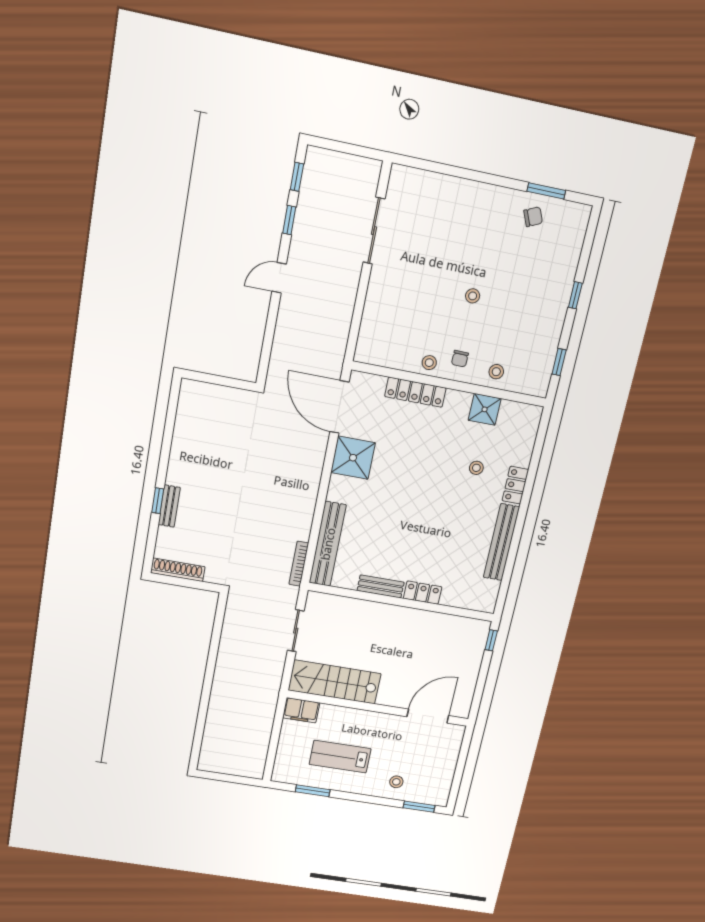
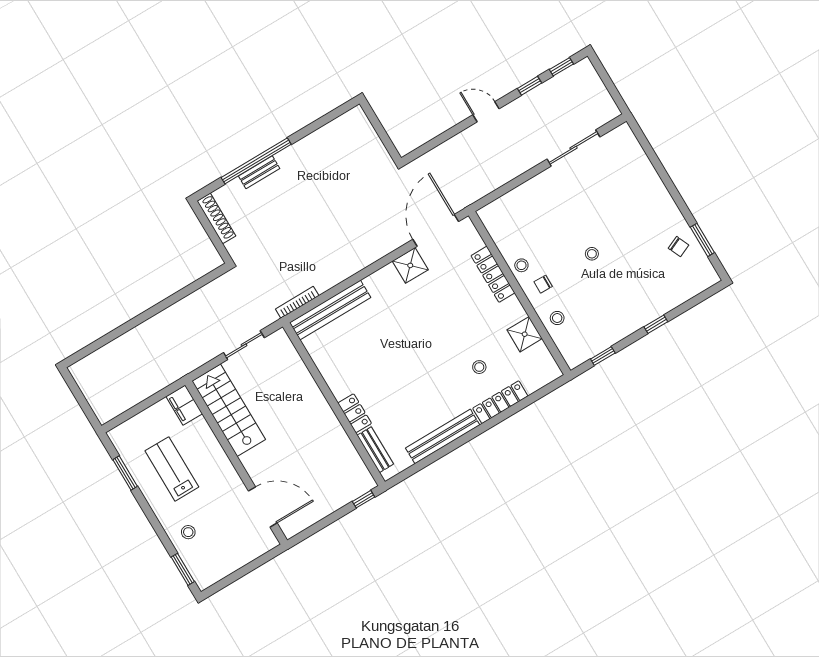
shower: (353, 458) -> (410, 265), width x0.73, depth x0.73
locker: (515, 485) -> (500, 402), width x1.53
window: (158, 501) -> (256, 161), width x3.17
bench: (381, 586) -> (375, 450), moved

